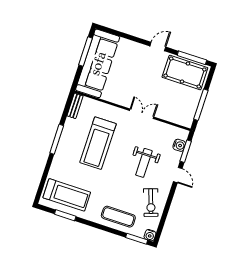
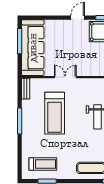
double door: (142, 114) -> (65, 77), moved
treadmill: (67, 195) -> (43, 164), width x0.73, depth x0.73

